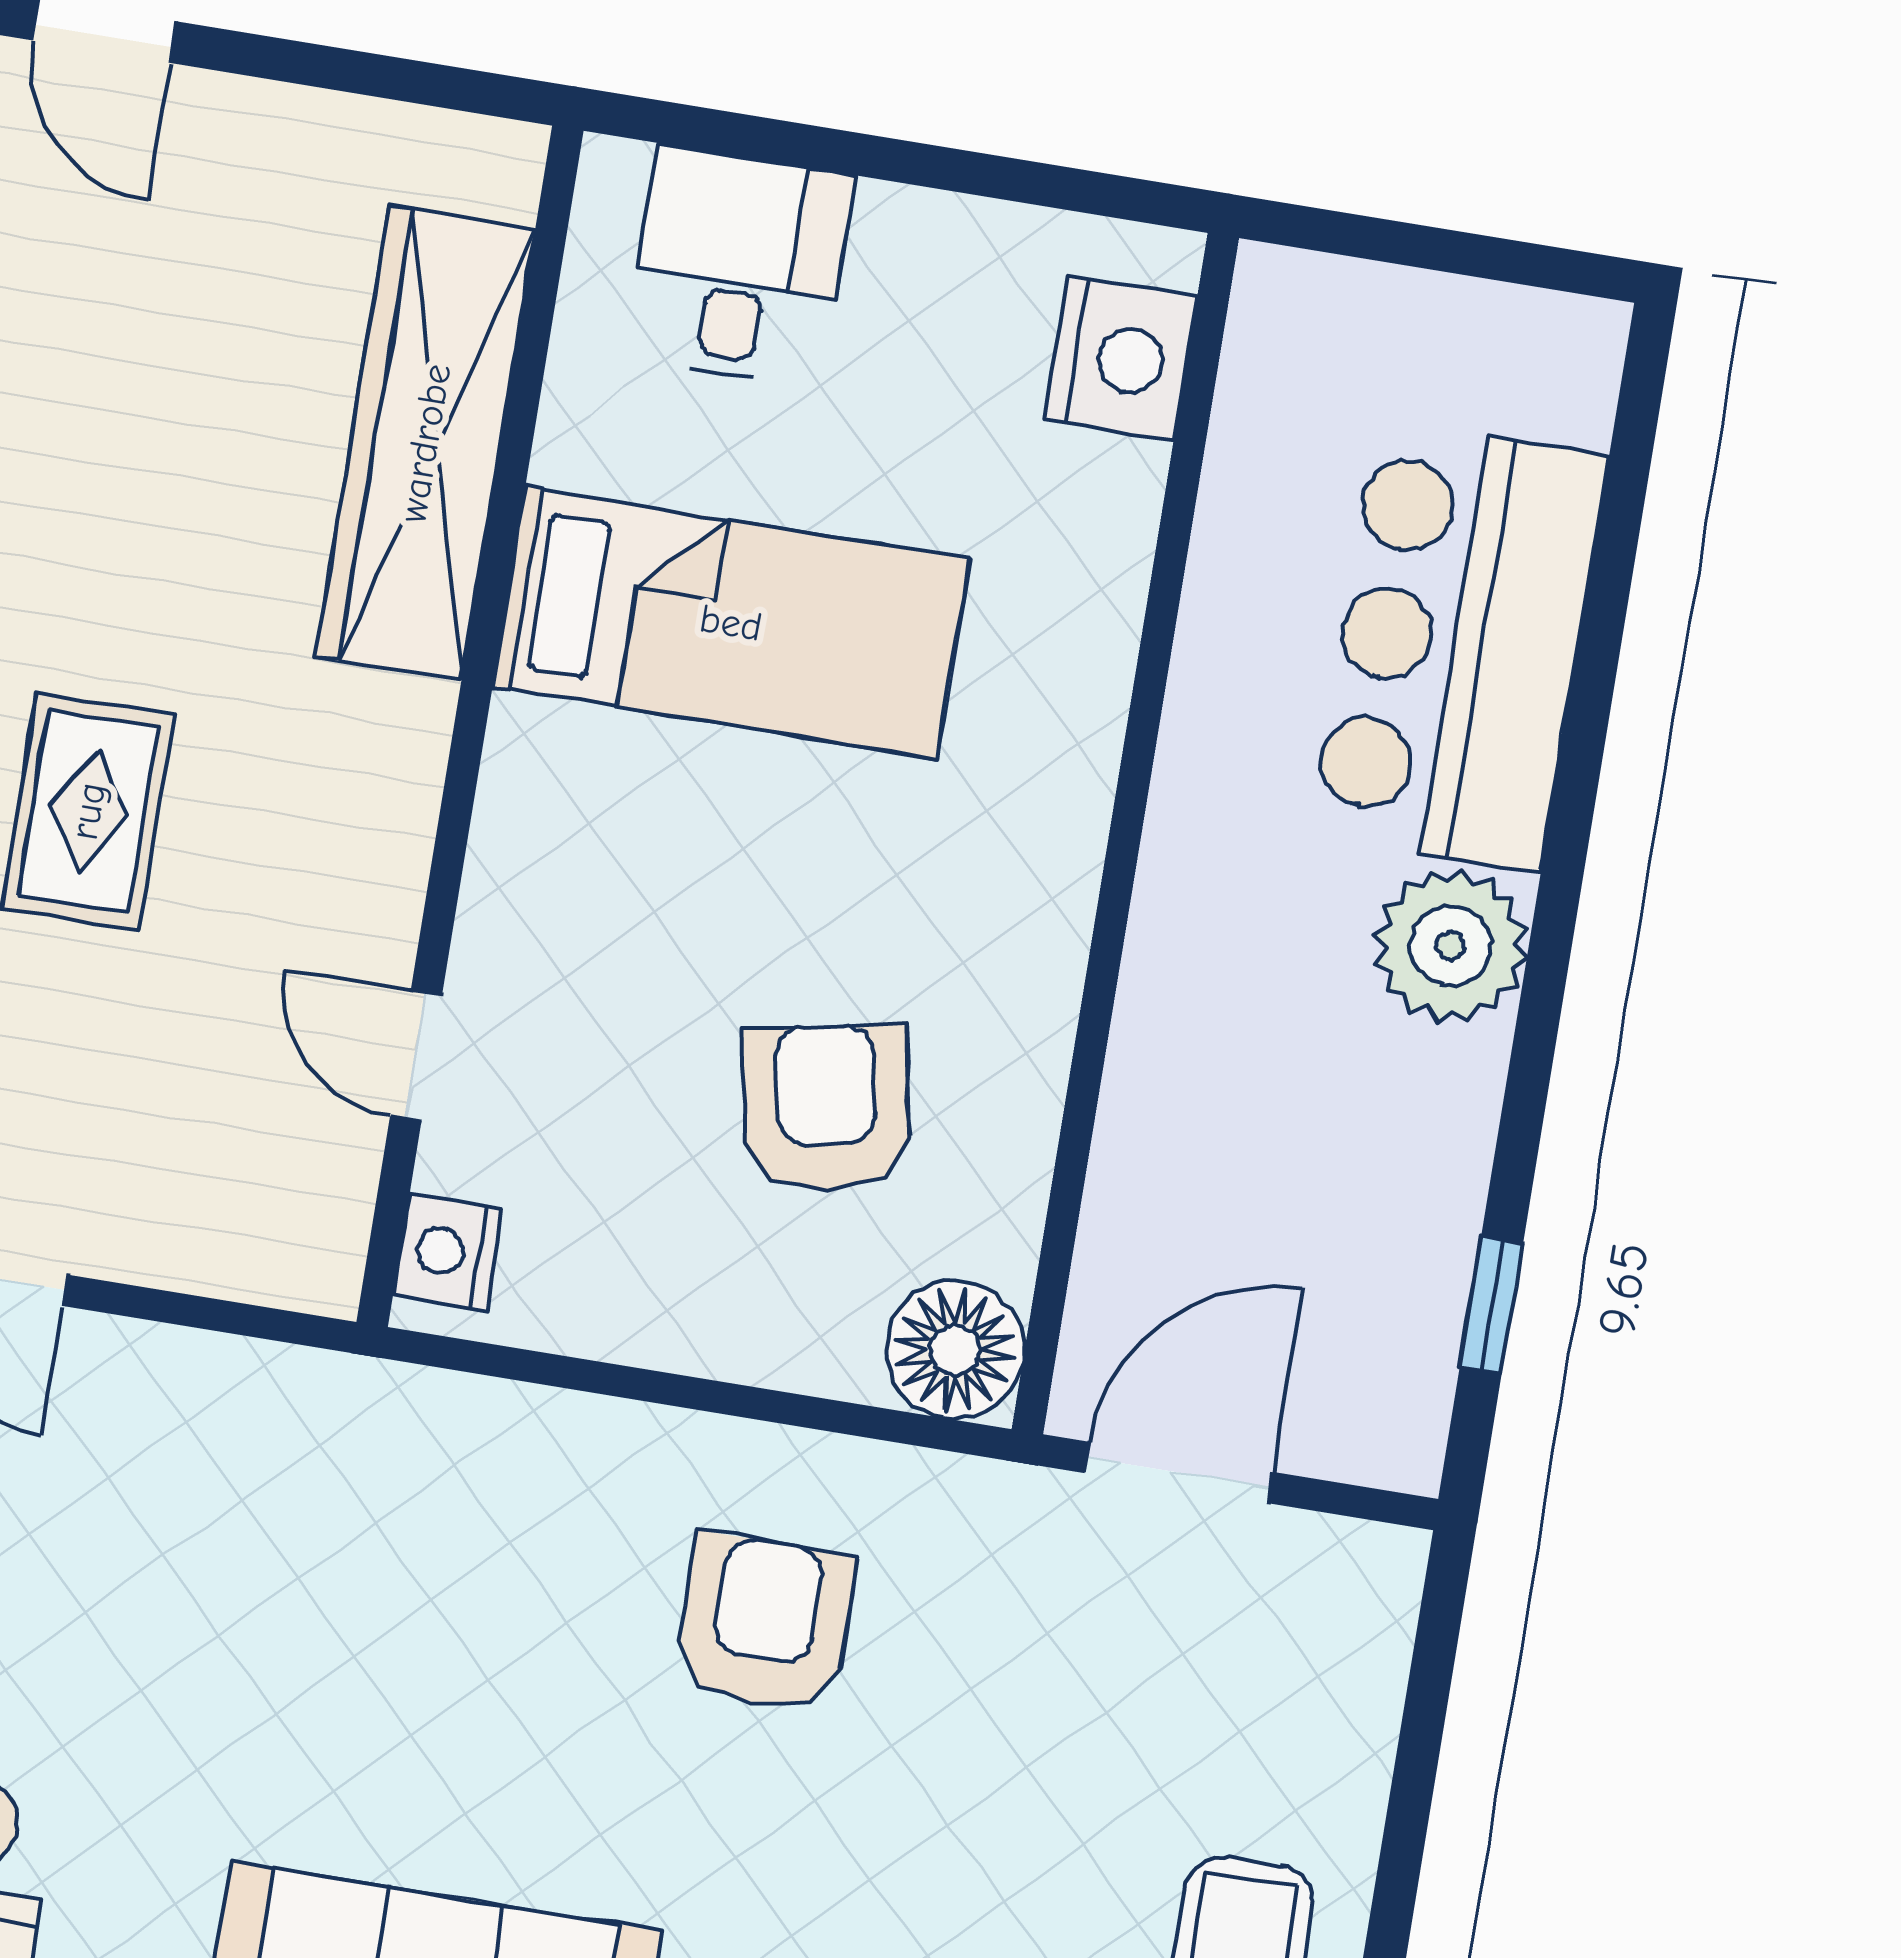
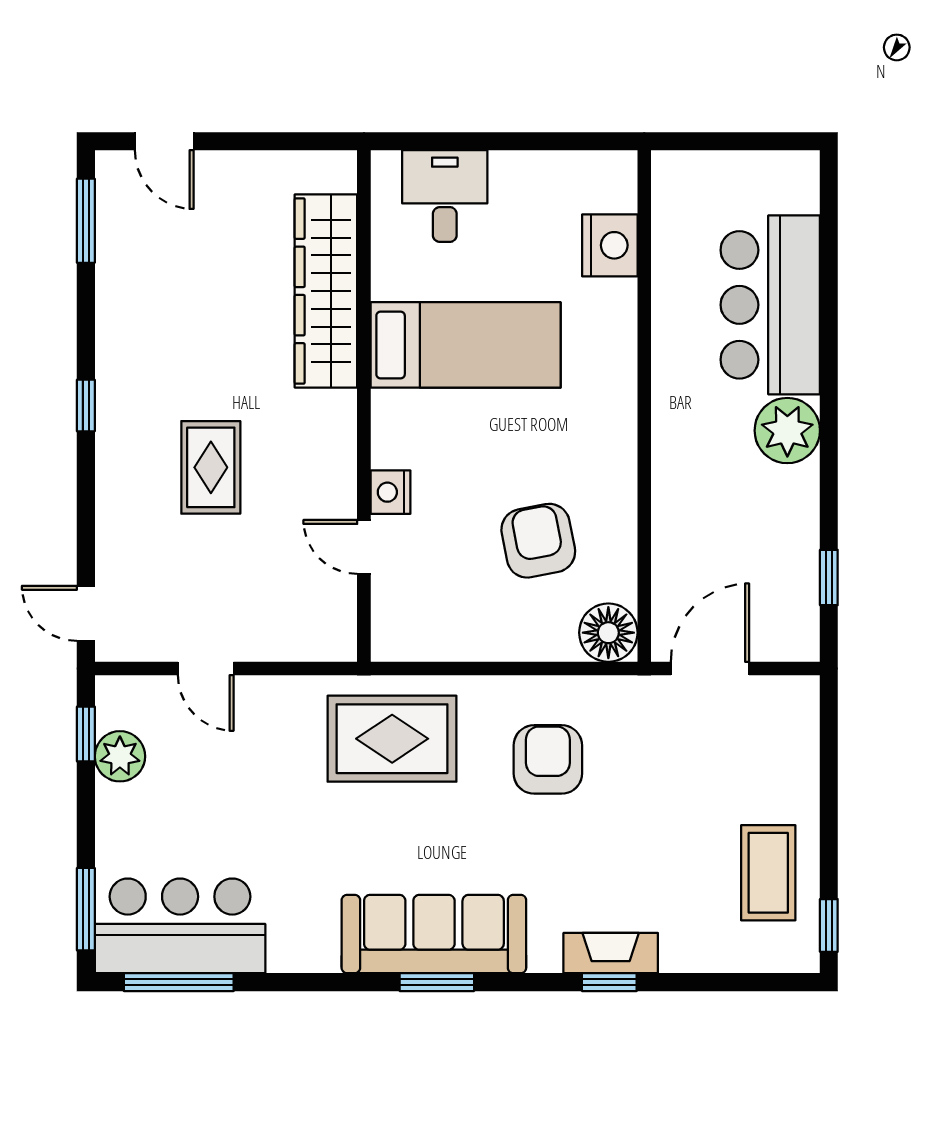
nightstand: (1120, 359) -> (610, 245), moved
nightstand: (448, 1252) -> (391, 492), moved
rug: (408, 1515) -> (392, 739), added

